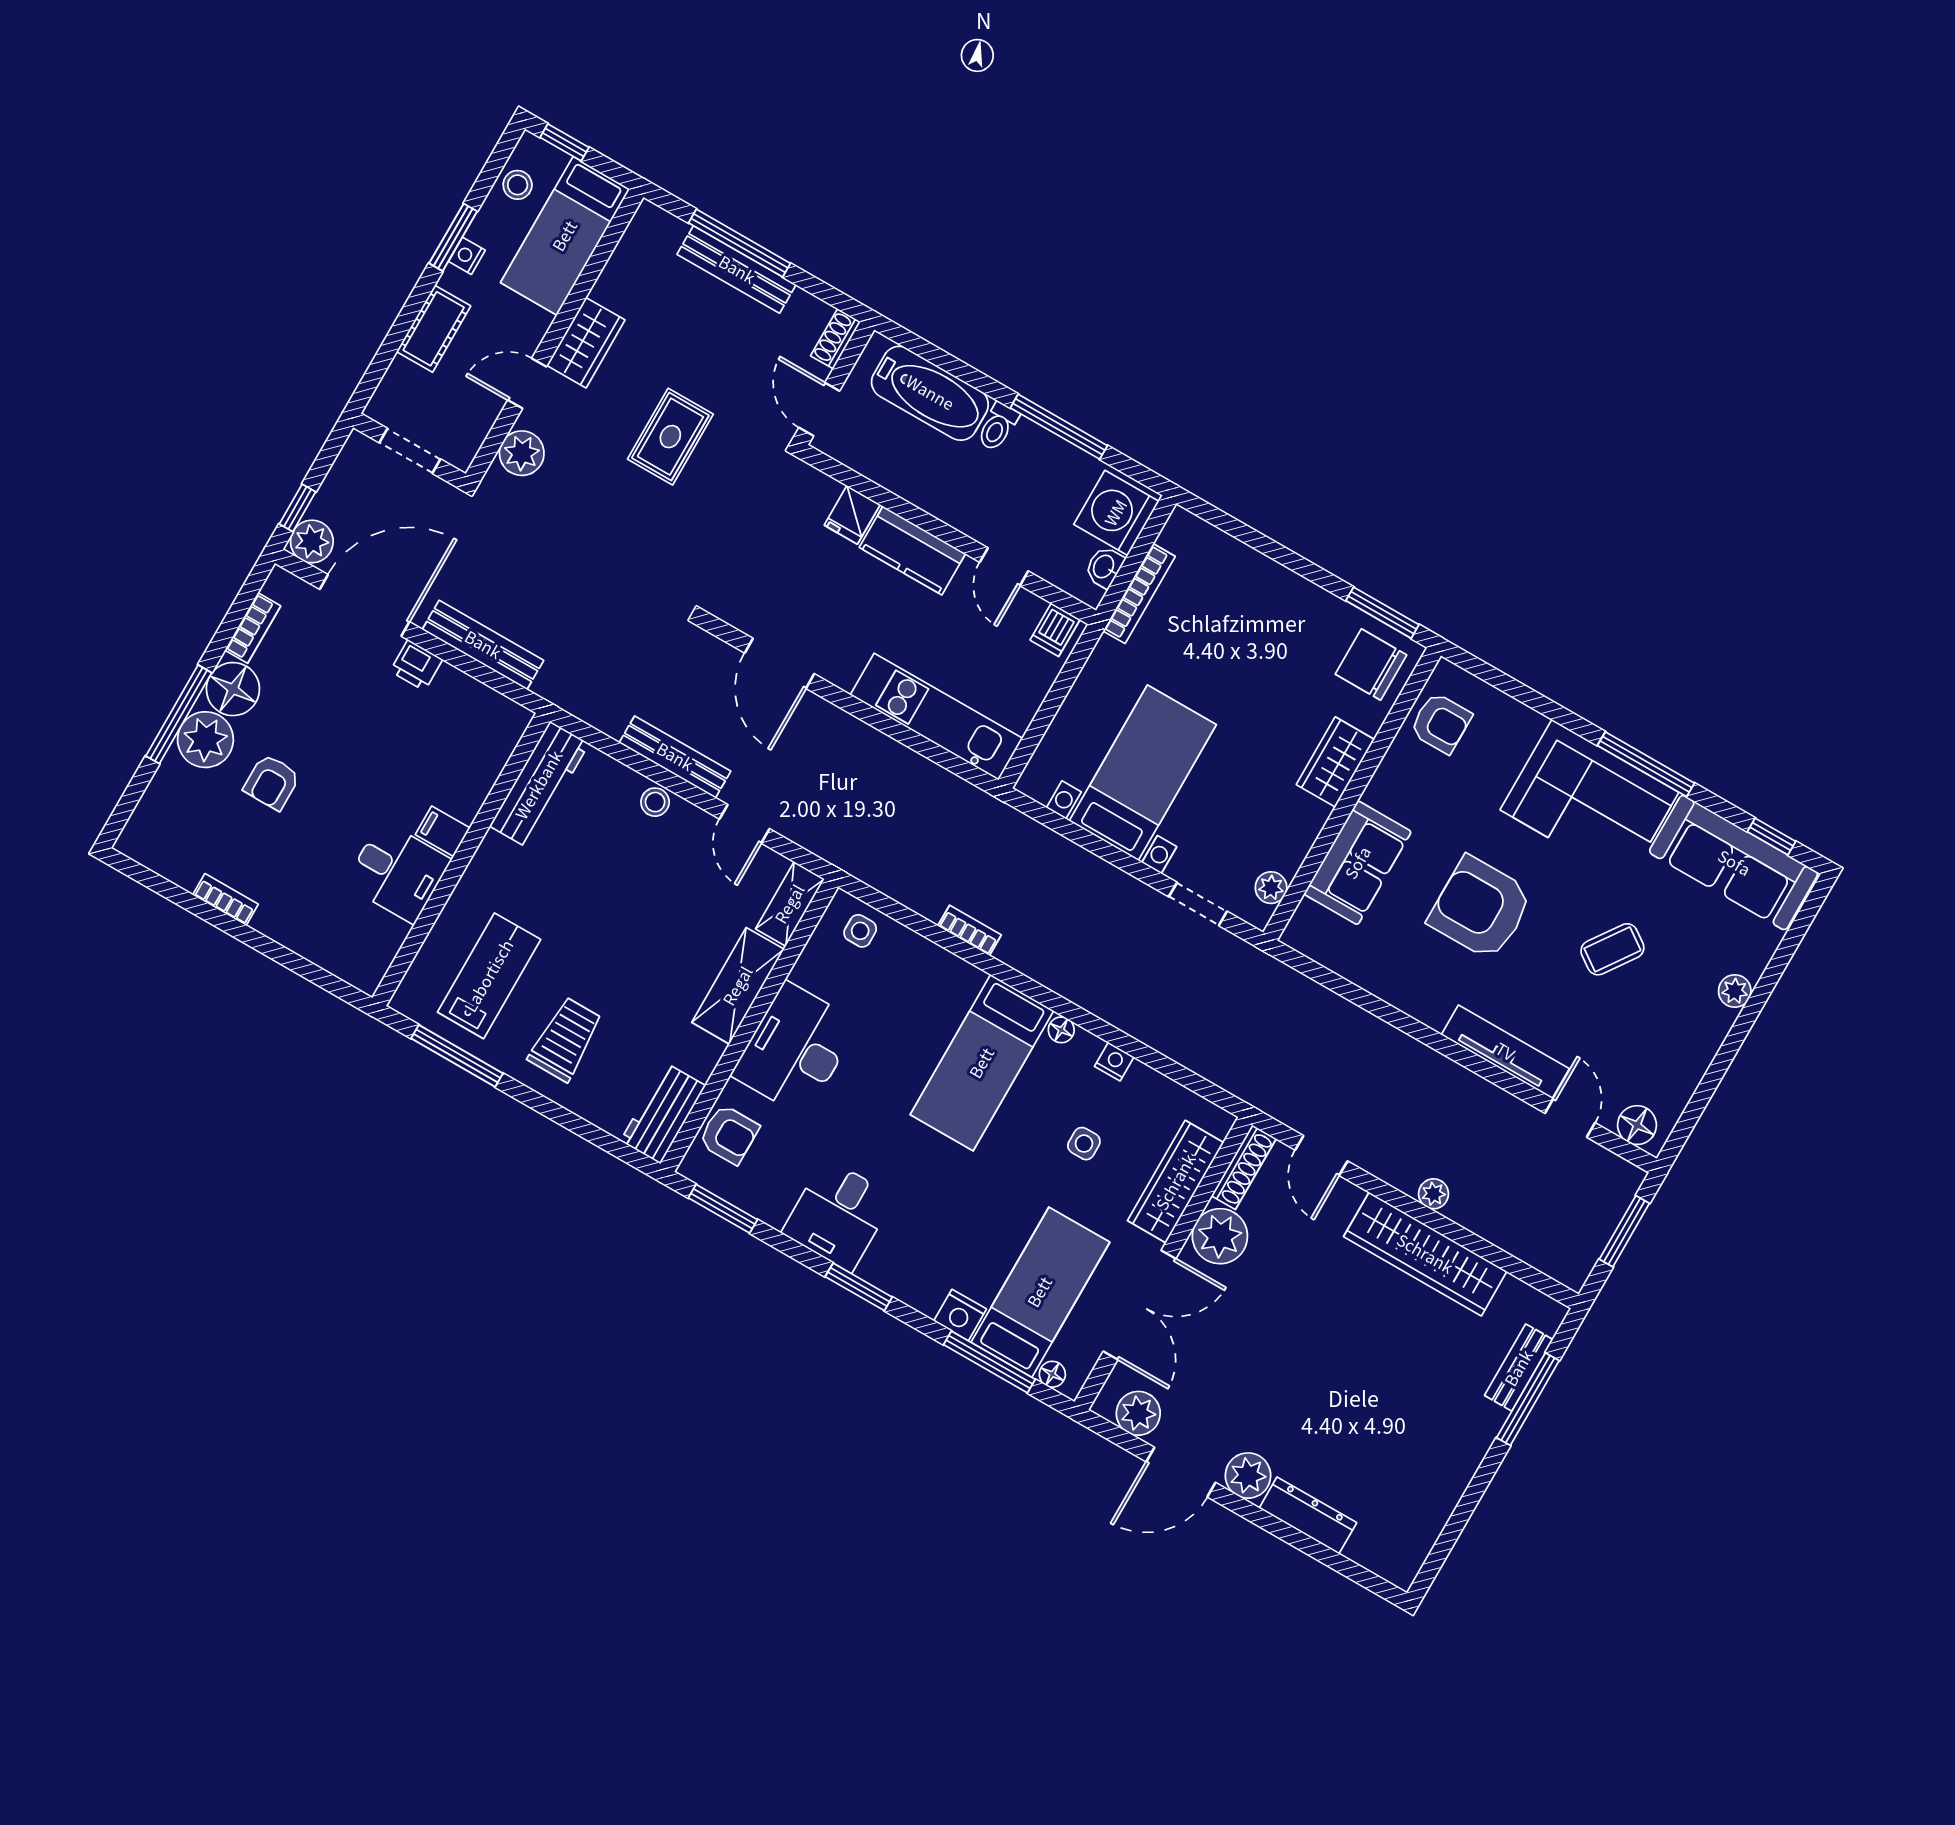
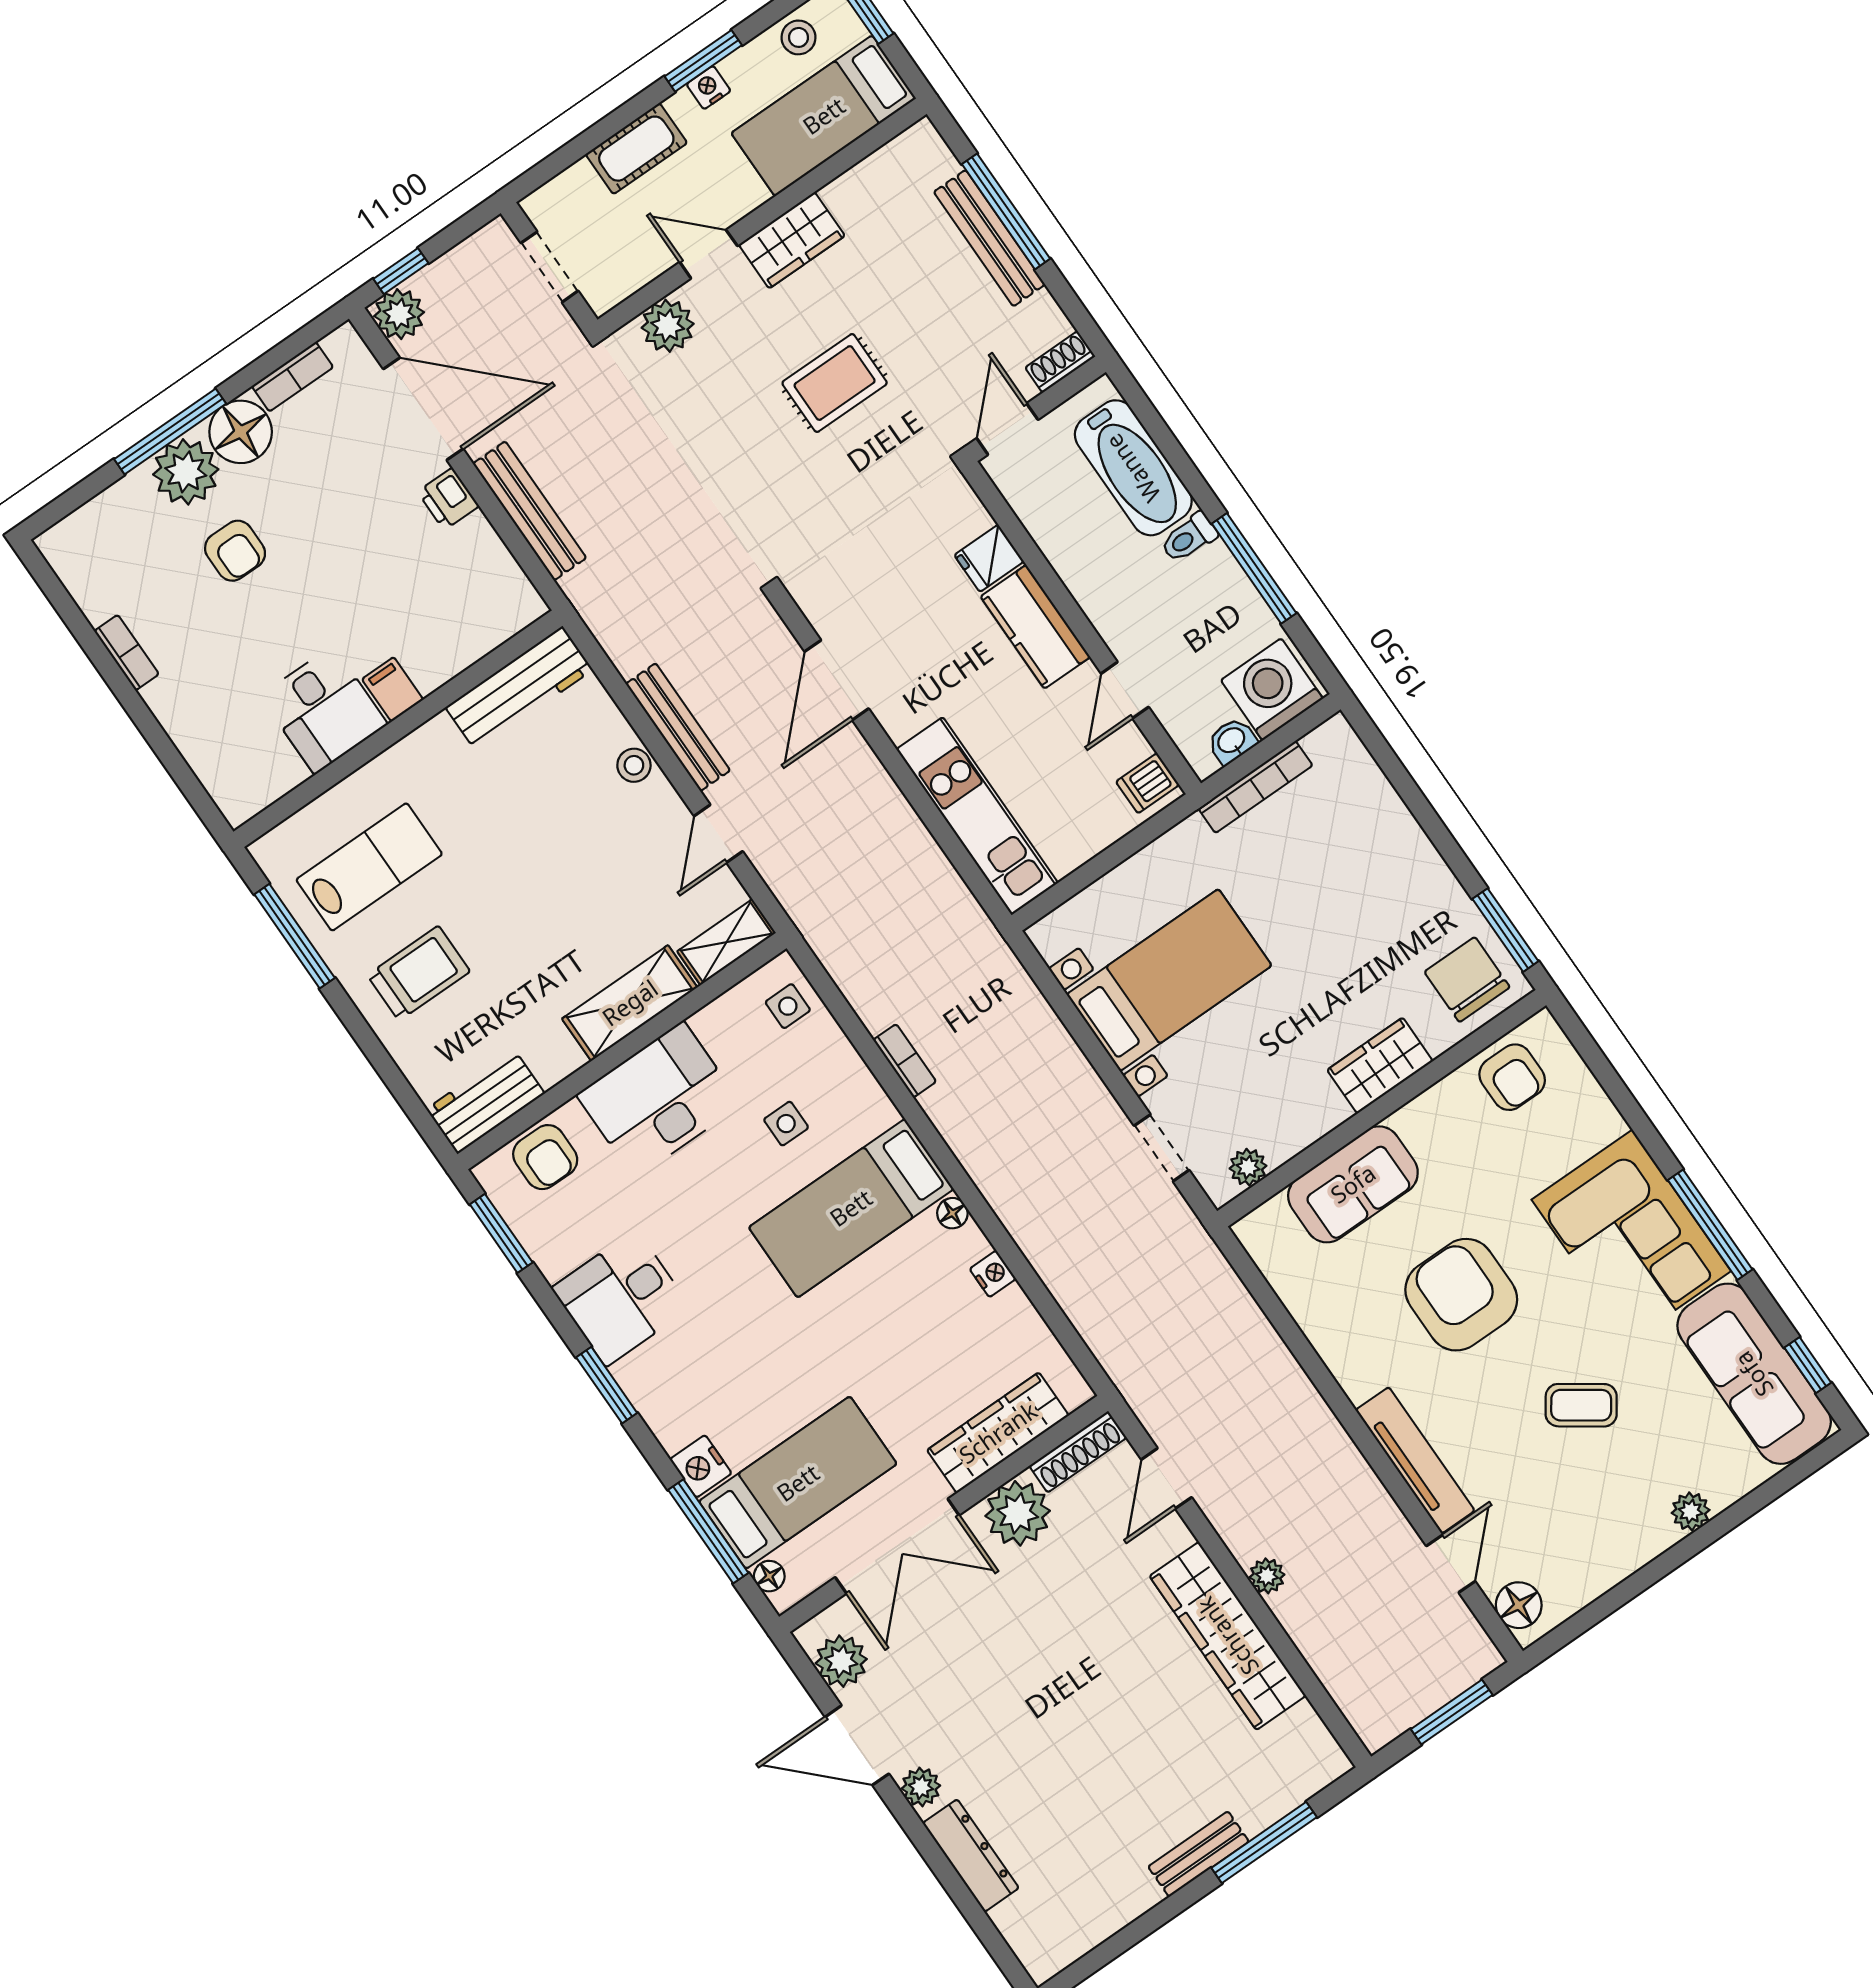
armchair: (272, 782) -> (235, 551), turned -90
side table: (1084, 1144) -> (786, 1124), moved
bench: (1519, 1368) -> (1199, 1854), moved
plant: (1248, 1476) -> (921, 1787), width x0.73, depth x0.73

